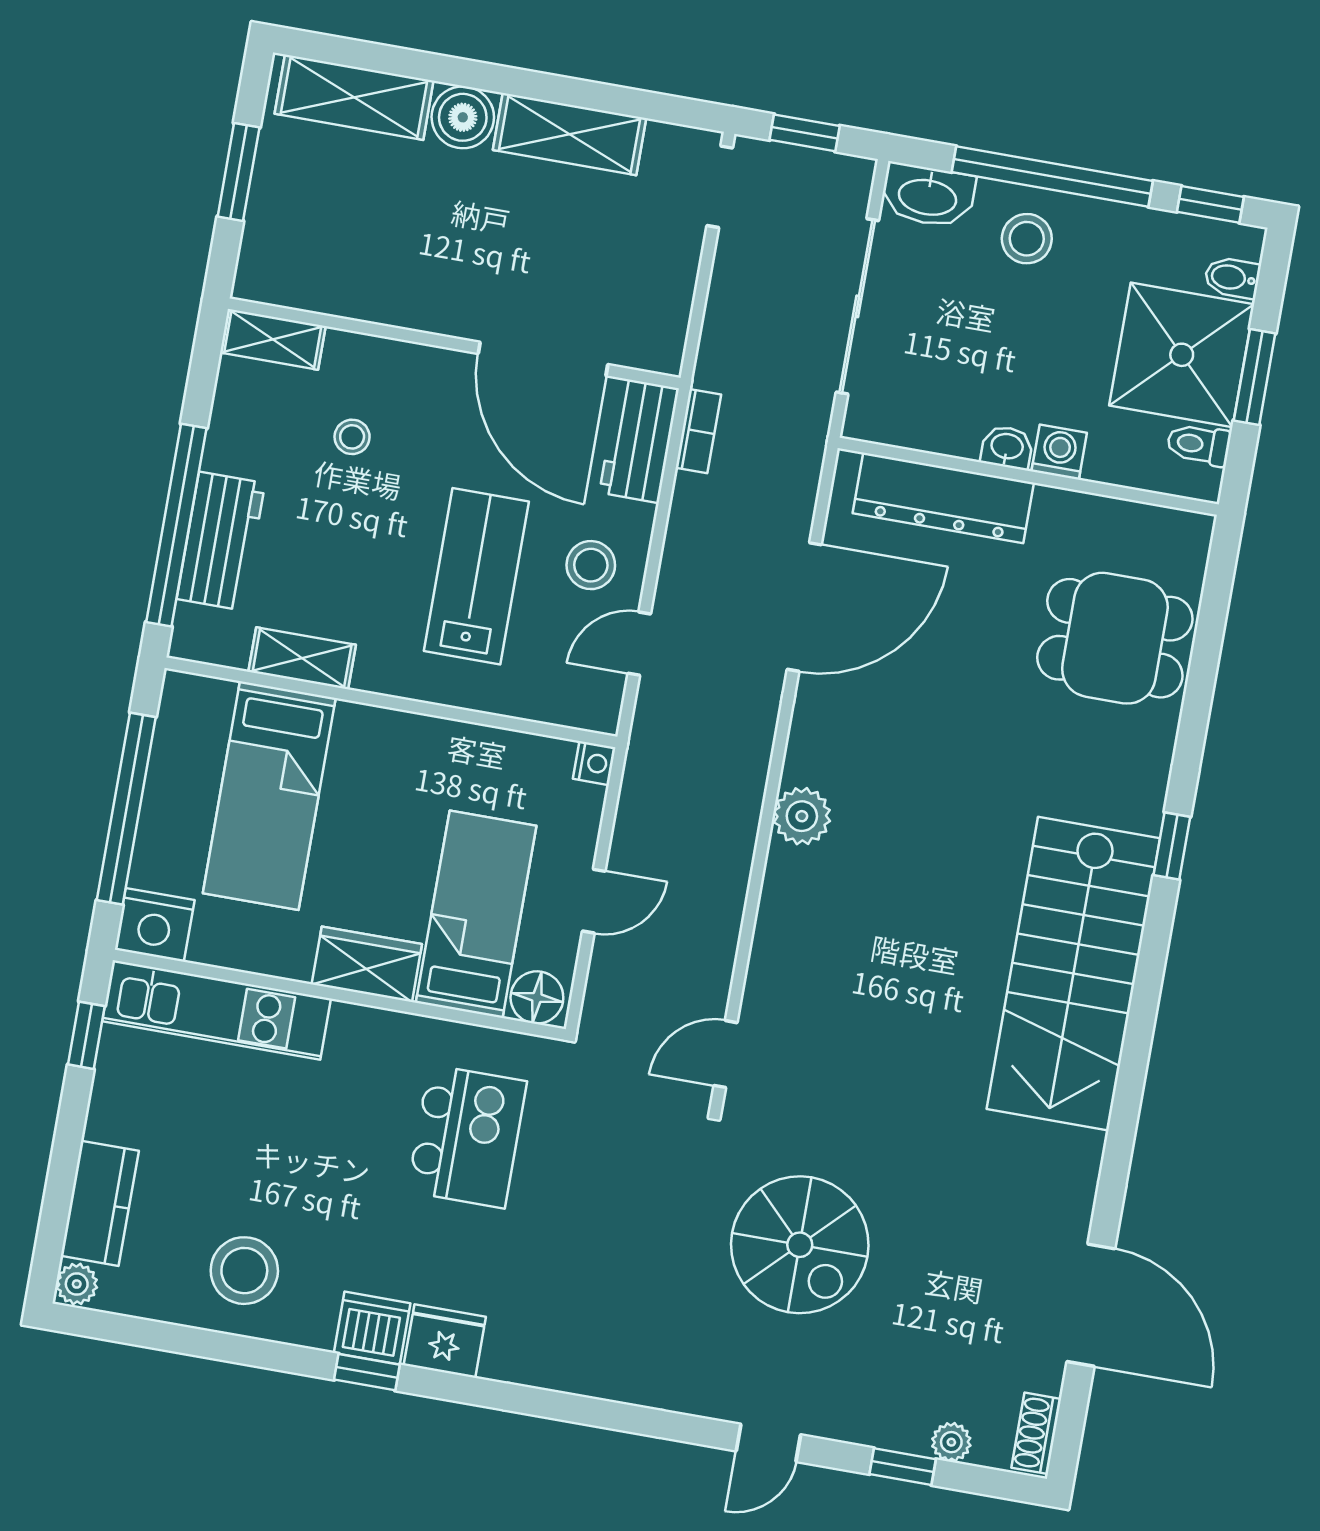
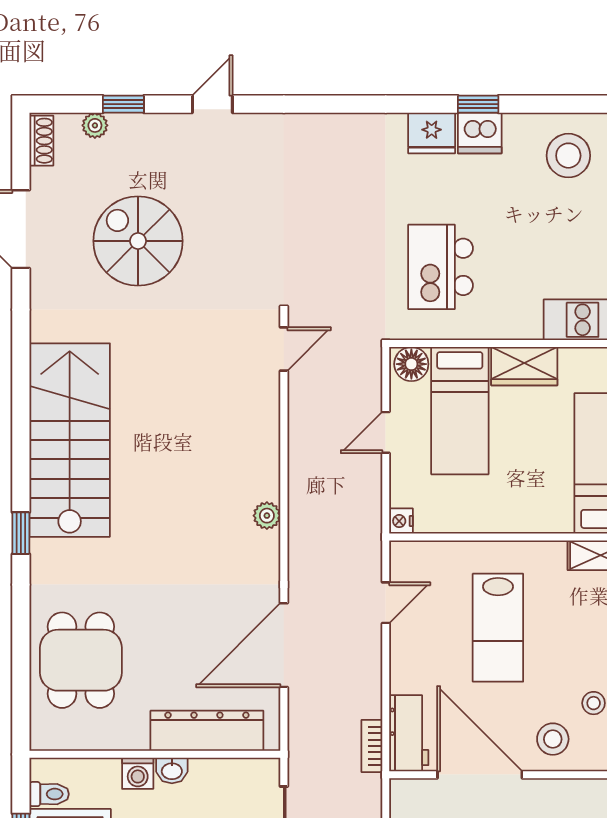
stool: (591, 565) -> (553, 739), moved
dining table: (1115, 638) -> (81, 660), turned 90
plant: (802, 816) -> (267, 516), width x0.73, depth x0.73
spiral stairs: (800, 1245) -> (138, 241), moved

